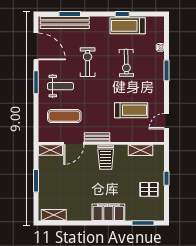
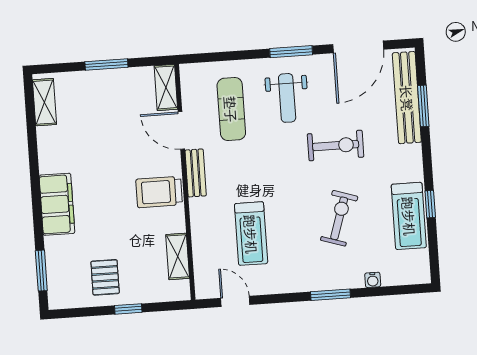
treadmill: (128, 26) -> (409, 216), turned 180
exercise bike: (126, 63) -> (339, 218), turned 109

